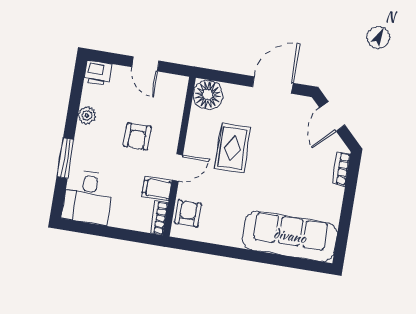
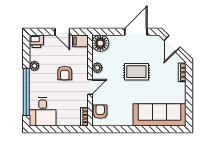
plant: (196, 137) -> (97, 68), added
rug: (233, 148) -> (136, 72), moved, turned 90
window: (65, 158) -> (26, 92), width x2.11
filing cabinet: (157, 188) -> (80, 41), moved

